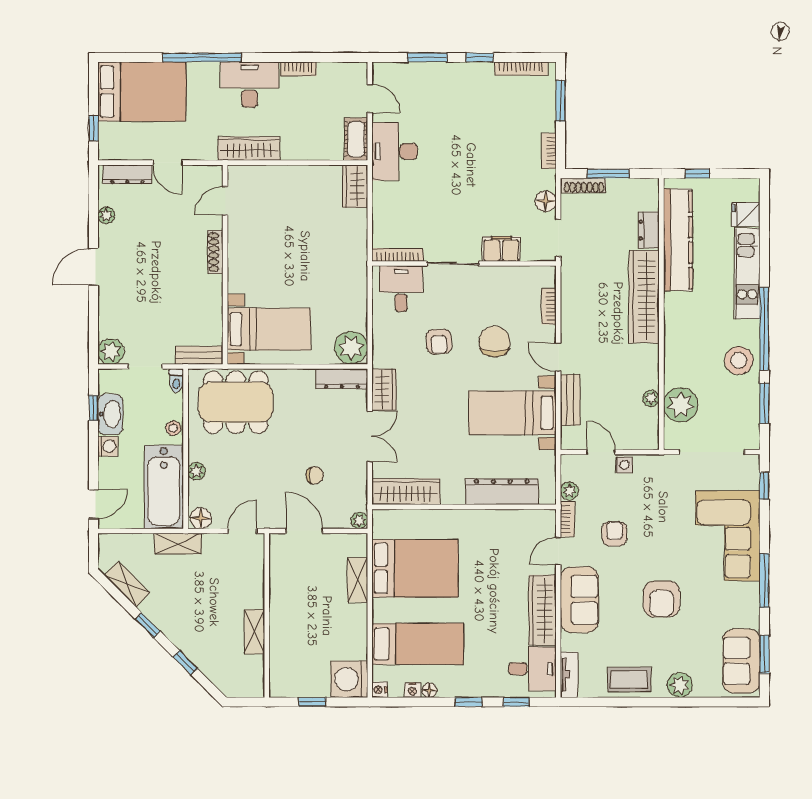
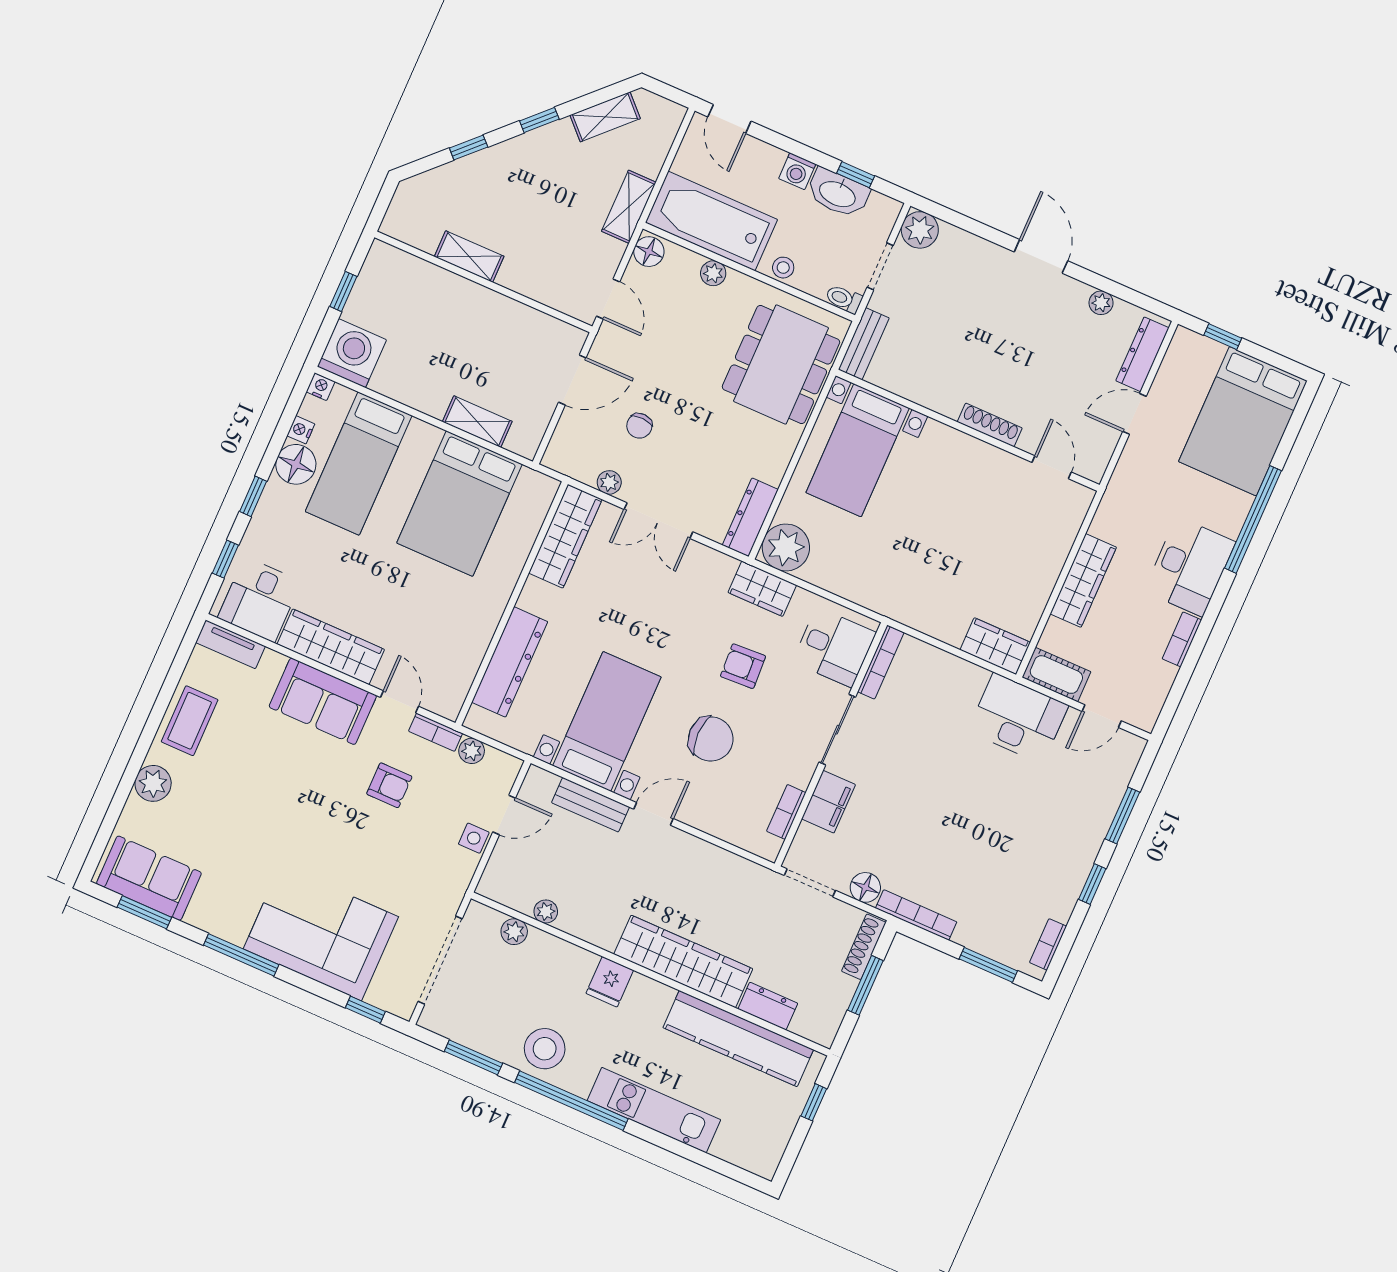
bookcase: (521, 69) -> (1048, 944), width x0.64
wardrobe: (249, 149) -> (1083, 580), moved
bookcase: (549, 151) -> (916, 915), width x1.56
fridge: (746, 214) -> (610, 982), moved, turned 180
bookcase: (549, 306) -> (786, 812), moved, turned -90
wardrobe: (384, 390) -> (762, 589), moved
plant: (681, 405) -> (514, 932), width x0.53, depth x0.53
plant: (359, 520) -> (609, 482), moved
armchair: (662, 599) -> (276, 809), removed
floor lamp: (429, 690) -> (296, 464), width x1.89, depth x1.89

